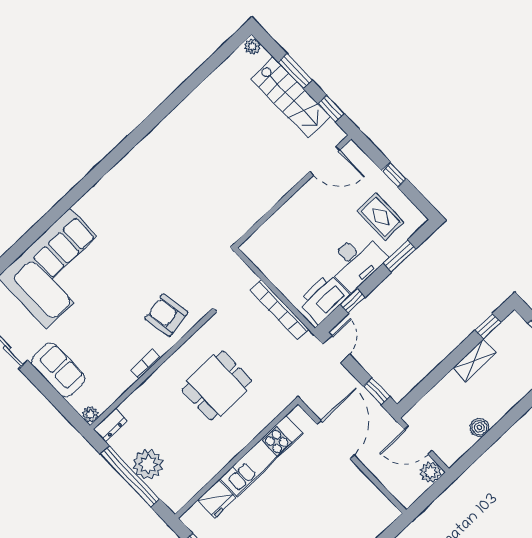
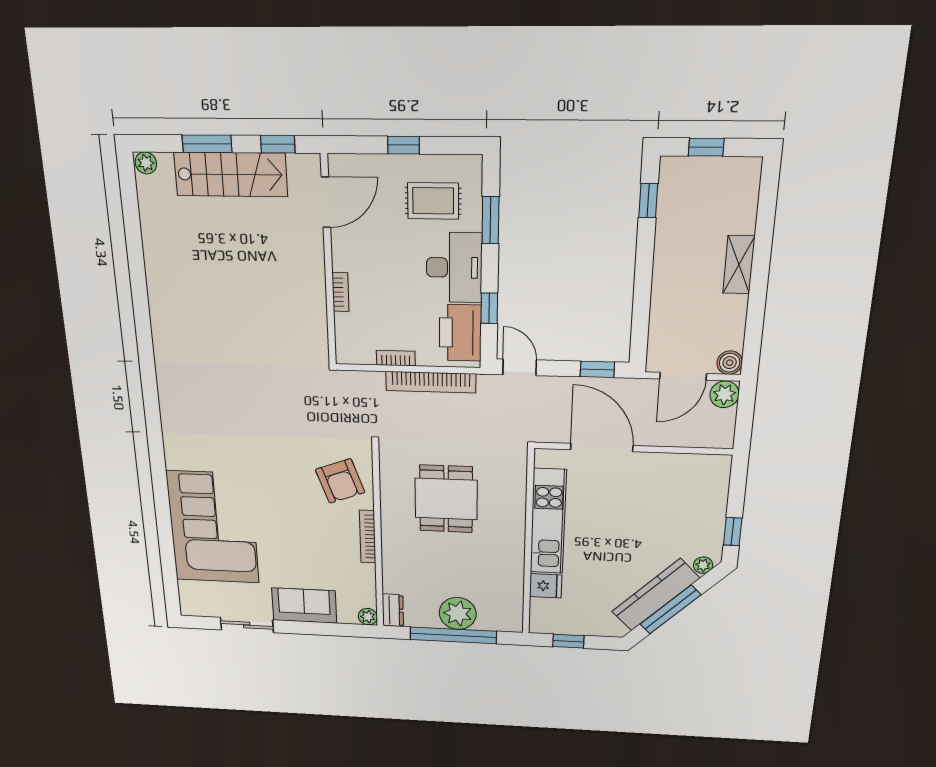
bookcase: (282, 213) -> (340, 292), added
bookcase: (274, 277) -> (396, 358), added
armchair: (166, 315) -> (340, 481), turned -100
shelving: (475, 360) -> (739, 265), moved
bookcase: (146, 364) -> (368, 537), width x1.56
boiler: (479, 427) -> (730, 363), moved
fridge: (217, 499) -> (546, 586), width x0.72

